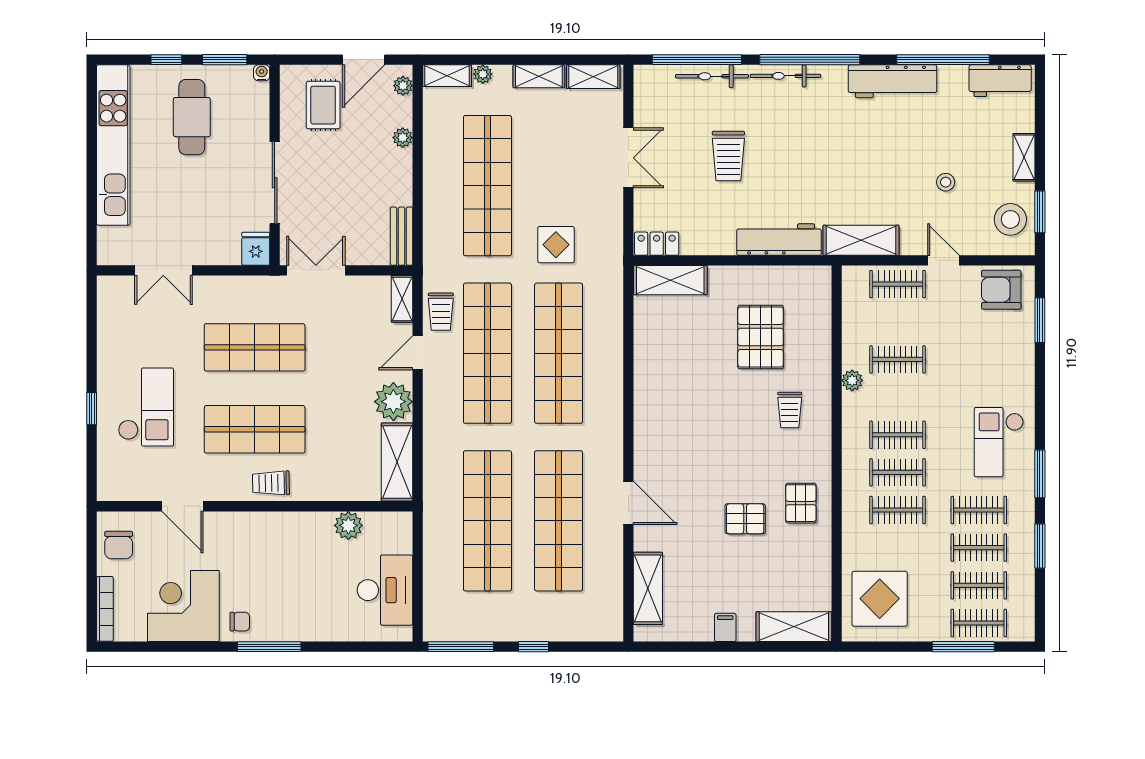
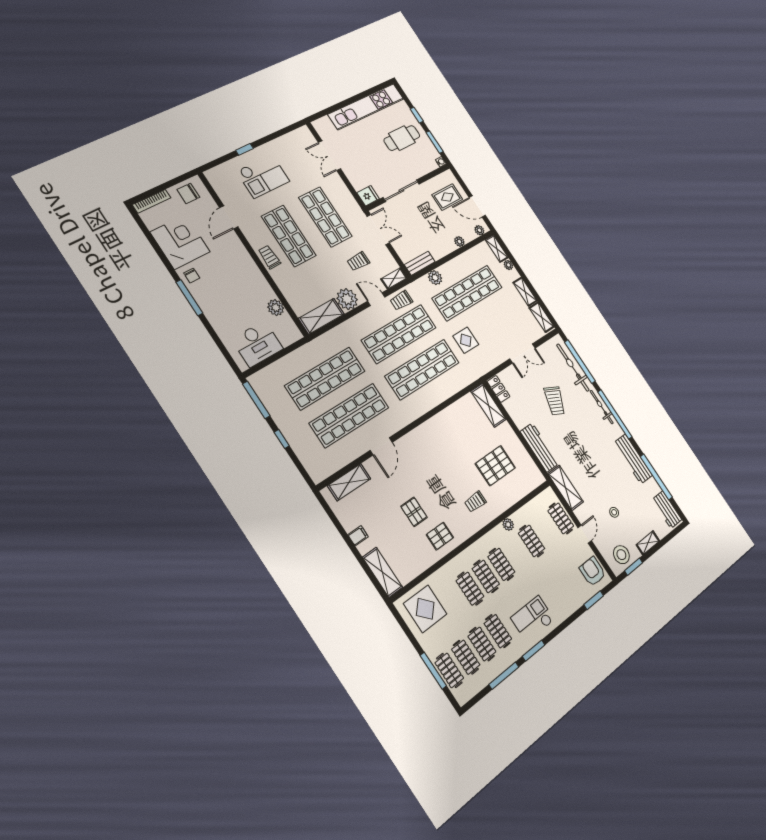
bicycle: (712, 76) -> (573, 368), width x1.37, depth x1.40
trolley: (728, 156) -> (555, 401), turned -67
plant: (436, 226) -> (435, 278), added
trolley: (347, 341) -> (358, 261), added
window: (1040, 546) -> (504, 676), width x1.44

